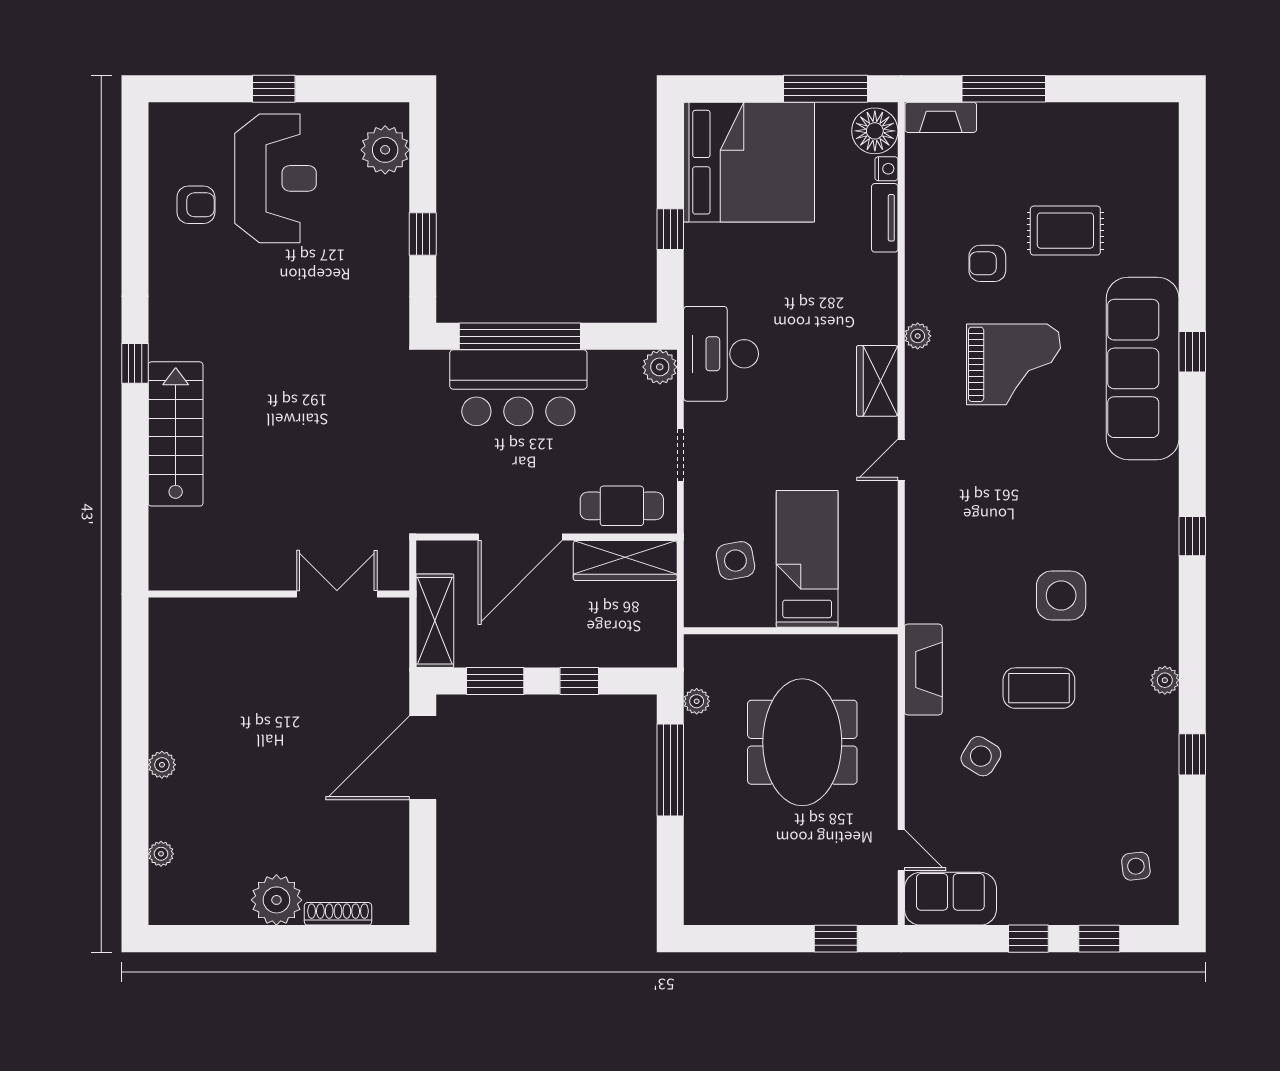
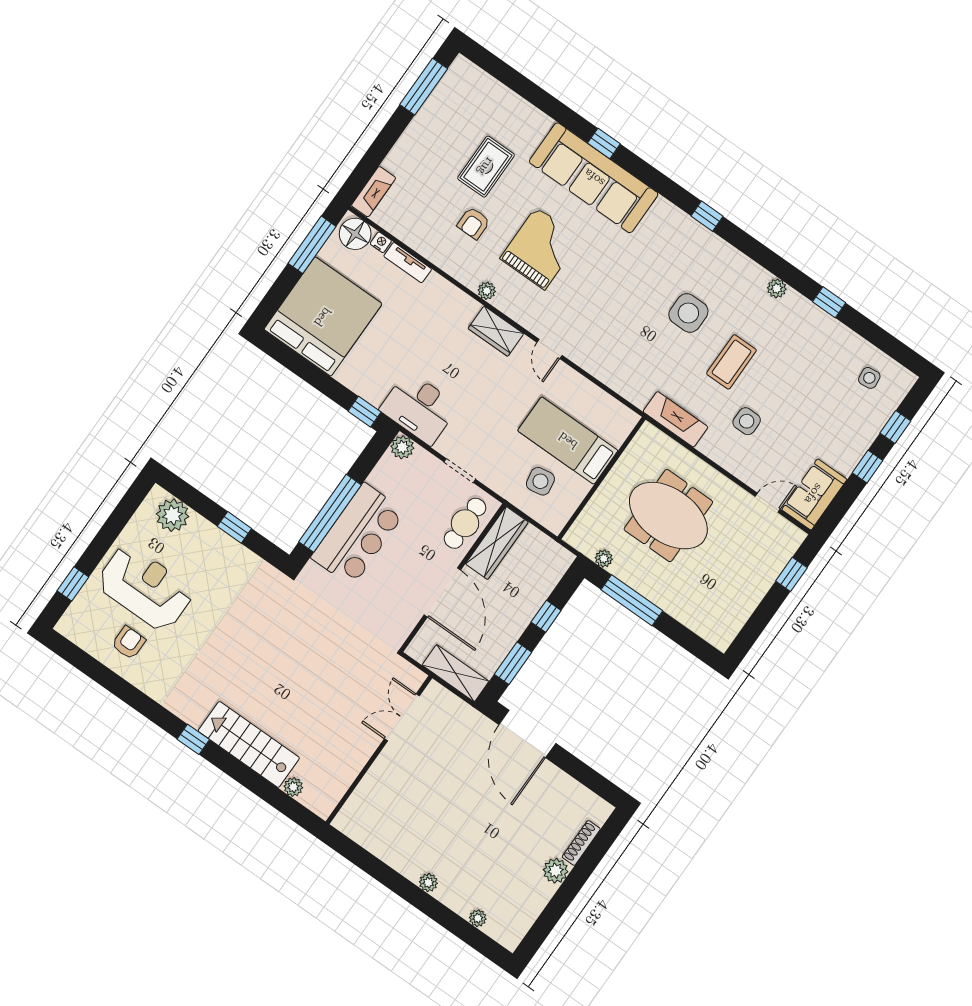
window: (274, 89) -> (73, 584), moved
window: (1004, 89) -> (424, 87), moved
window: (670, 229) -> (364, 412), moved
plant: (162, 523) -> (293, 787), added
side table: (981, 756) -> (747, 421), turned -32
plant: (276, 900) -> (556, 871), width x0.73, depth x0.73

